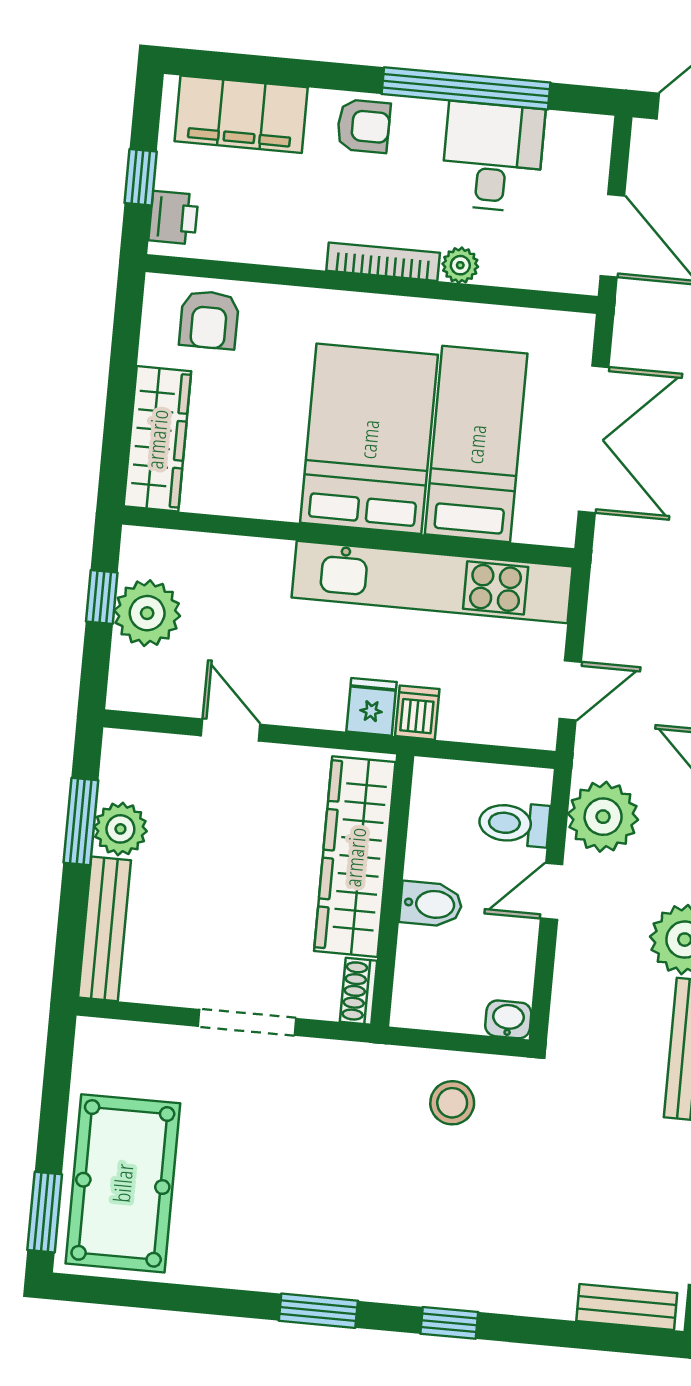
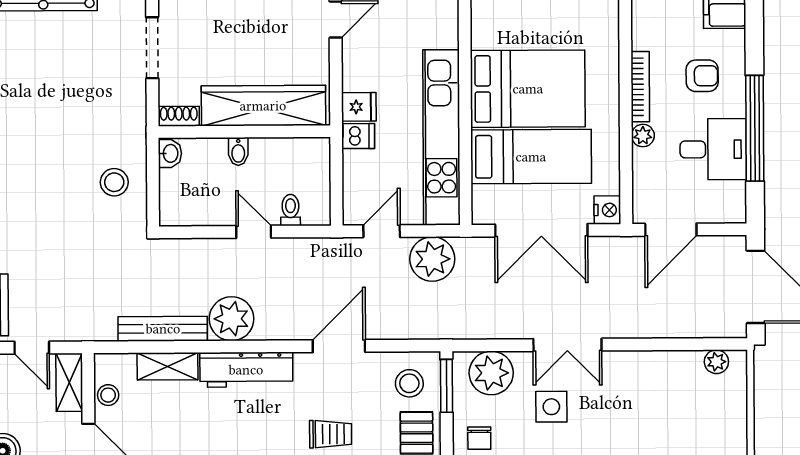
armchair: (364, 126) -> (702, 76), moved, turned -90
nightstand: (572, 332) -> (607, 210), added
door: (570, 690) -> (382, 231), swing flipped
plant: (603, 817) -> (432, 259), moved
toilet: (514, 824) -> (290, 210), width x0.73, depth x0.72
bidet: (431, 904) -> (238, 151), width x0.72, depth x0.74
washbasin: (508, 1019) -> (170, 153), moved

